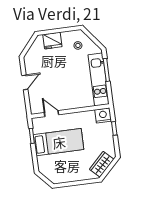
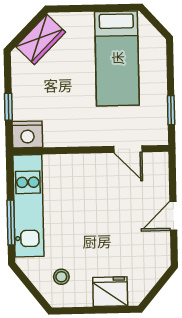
bed: (59, 142) -> (117, 58), moved, turned -90

